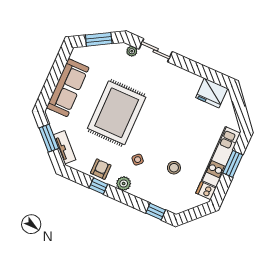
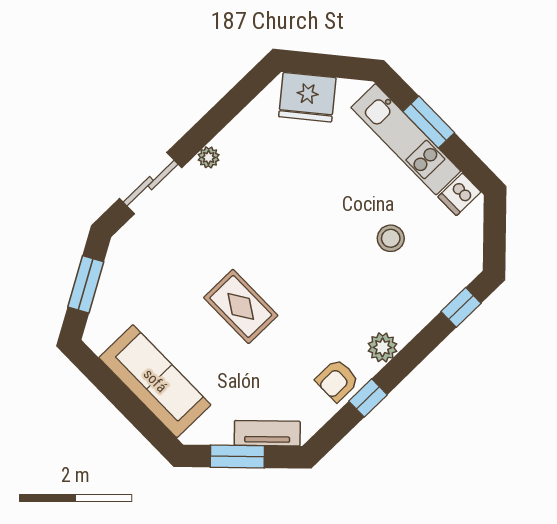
plant: (132, 51) -> (209, 157), moved
fridge: (212, 93) -> (307, 97), moved, turned 50
rug: (117, 113) -> (241, 306), width x0.54, depth x0.49
side table: (138, 160) -> (347, 302), removed
armchair: (101, 169) -> (337, 380), turned -90

